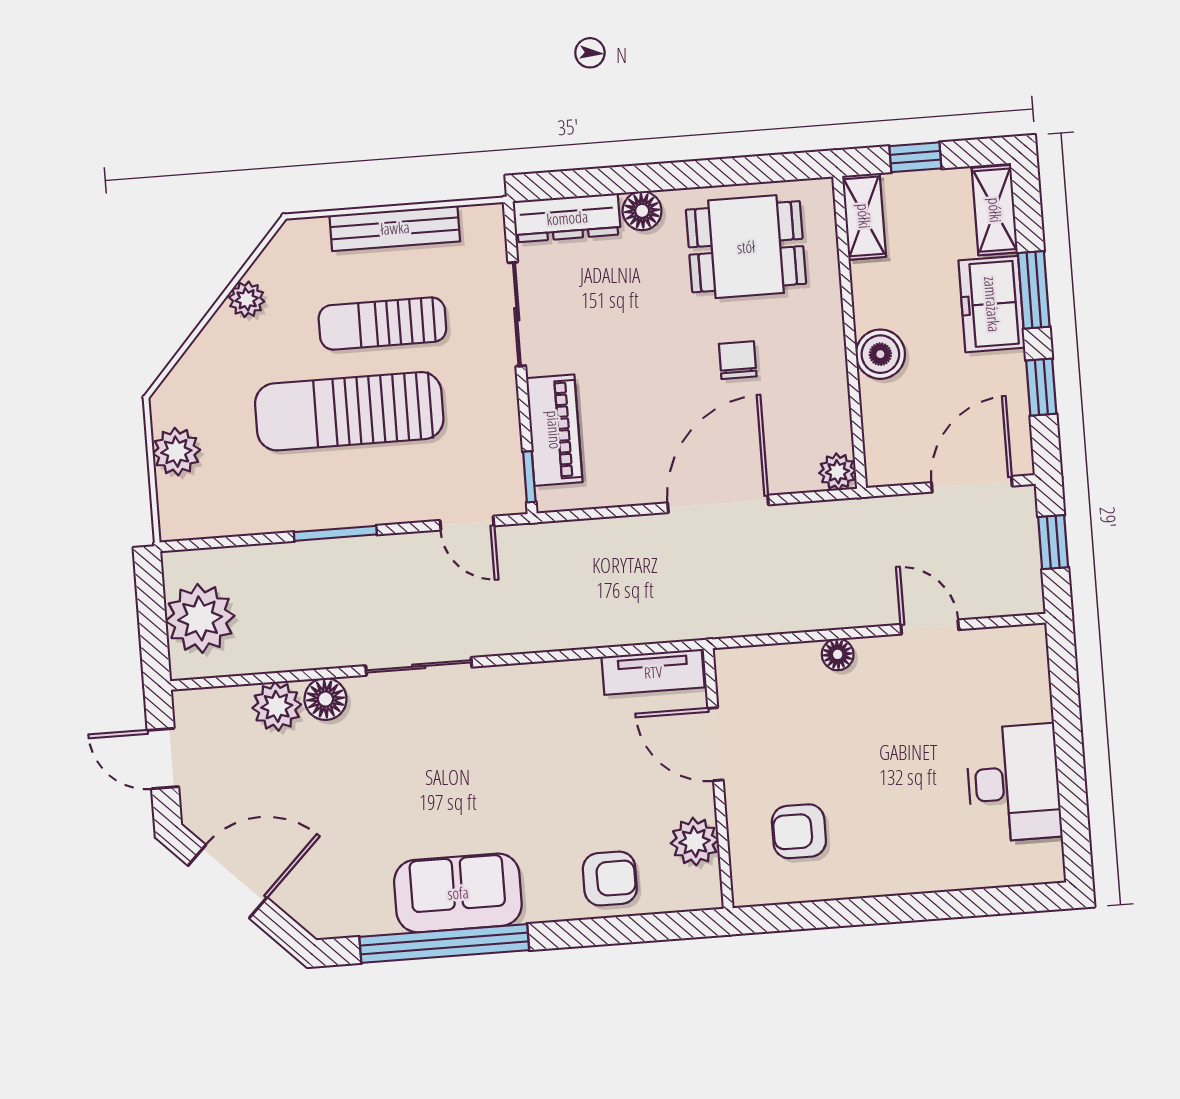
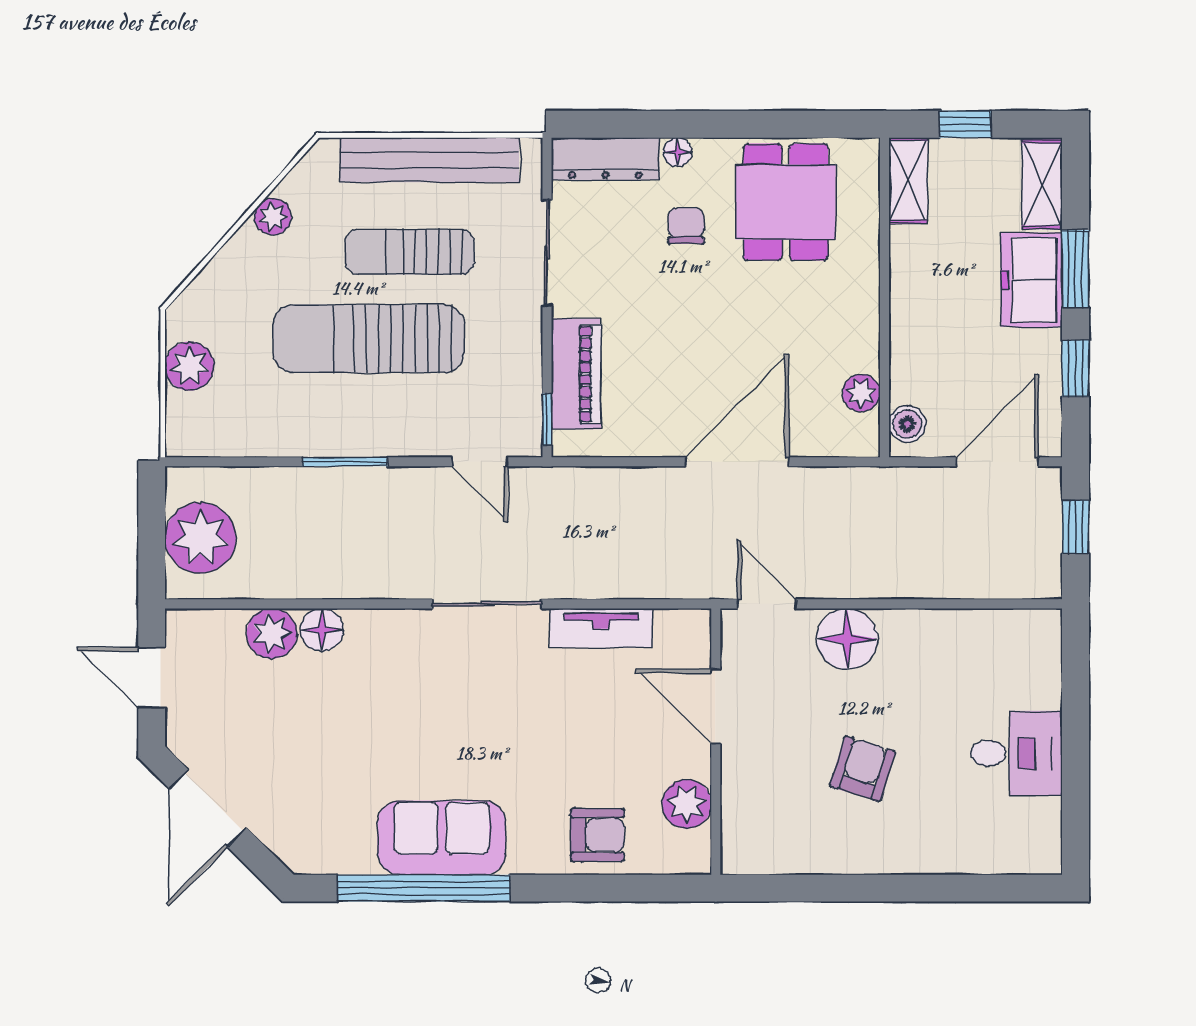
floor lamp: (642, 211) -> (677, 152), width x0.73, depth x0.73
bench: (395, 228) -> (429, 160), width x1.37, depth x1.21
dining table: (746, 247) -> (786, 202), turned 90
boiler: (880, 354) -> (907, 424), moved, width x0.73, depth x0.73
chair: (738, 360) -> (686, 226), moved
plant: (837, 472) -> (861, 393), moved
door: (930, 627) -> (767, 604), moved
floor lamp: (838, 654) -> (847, 639), width x1.89, depth x1.89
sliding door: (419, 666) -> (487, 604), moved
tv unit: (653, 672) -> (601, 628), moved
desk: (1014, 783) -> (1016, 753), width x0.73
armchair: (799, 831) -> (863, 769), moved, turned 107
door: (228, 882) -> (208, 808), swing flipped

